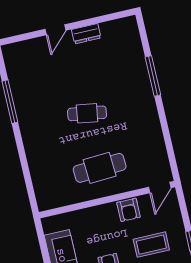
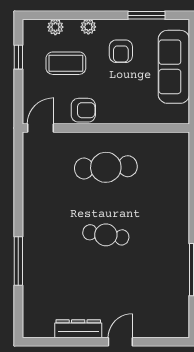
dresser: (86, 34) -> (78, 329), width x1.44
armchair: (129, 210) -> (83, 110), turned 90

